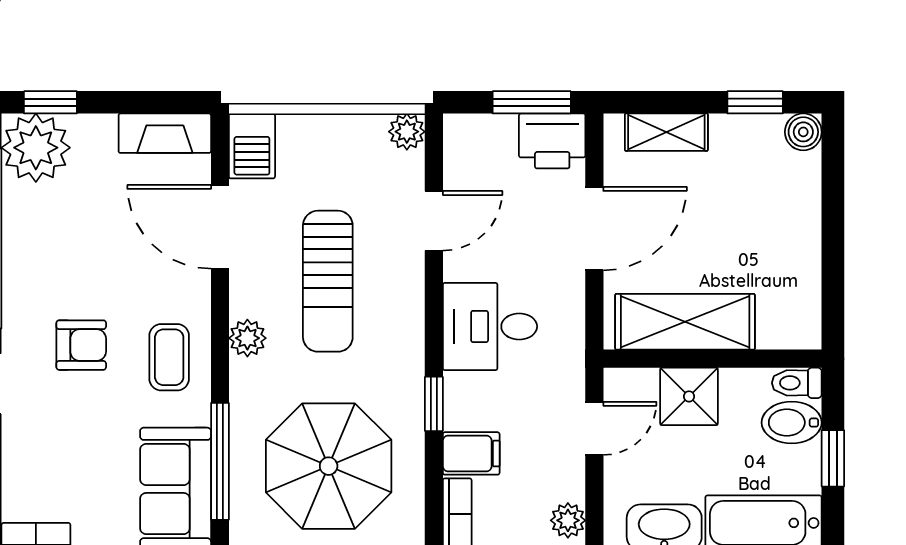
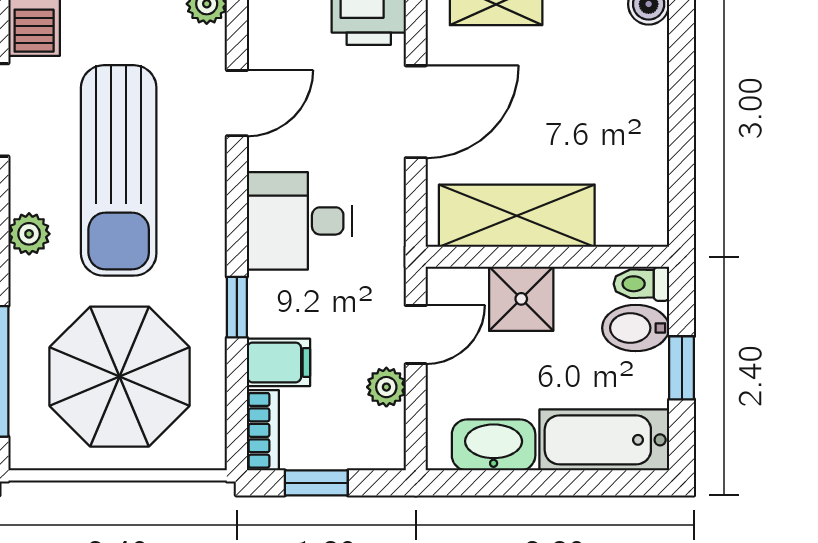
sun lounger: (328, 281) -> (119, 170), width x1.36, depth x1.34
plant: (568, 520) -> (386, 387), moved

